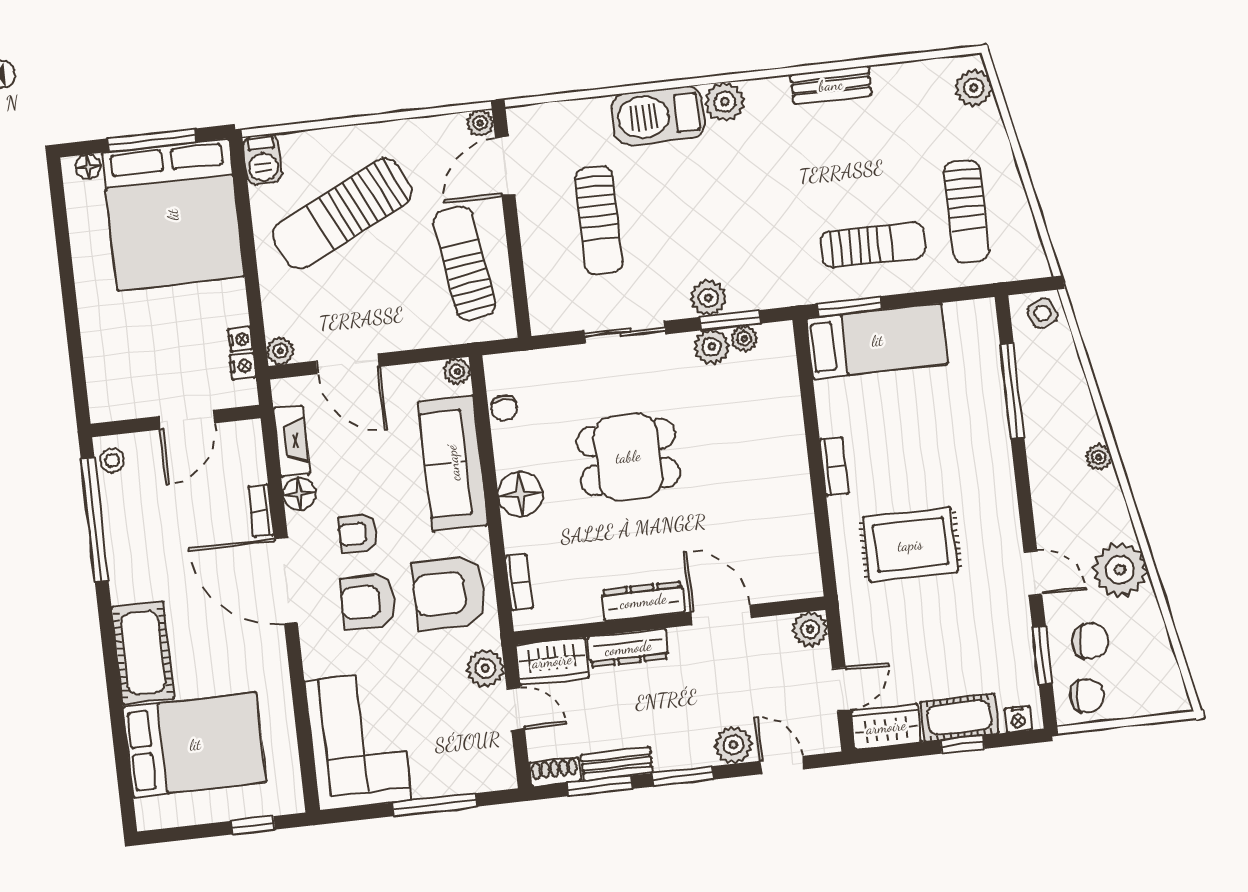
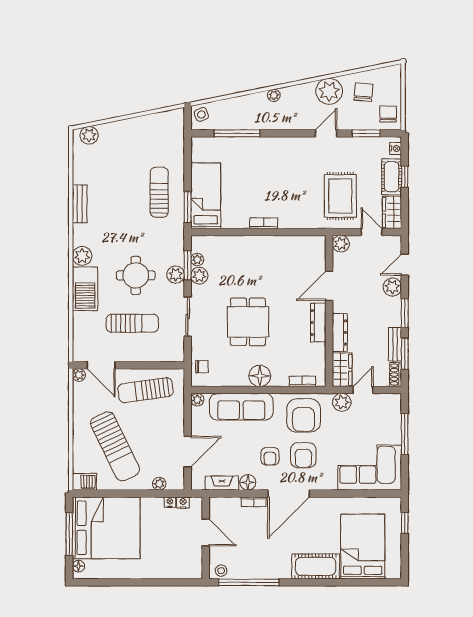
sun lounger: (967, 211) -> (148, 145), removed
round table: (697, 216) -> (136, 275), added
plant: (280, 351) -> (159, 484), moved
chair: (504, 408) -> (202, 367), moved
rug: (910, 545) -> (340, 196), moved
chair: (1090, 641) -> (363, 92), moved

